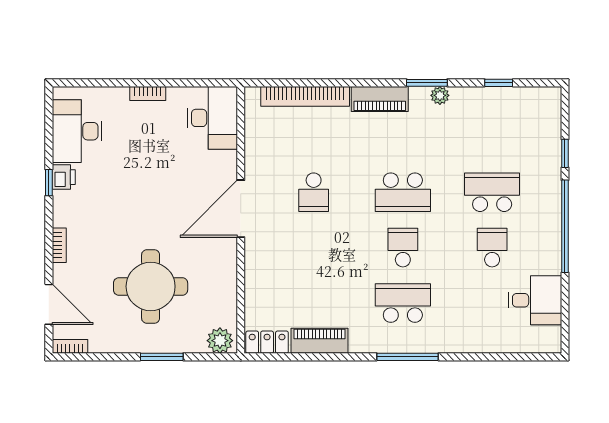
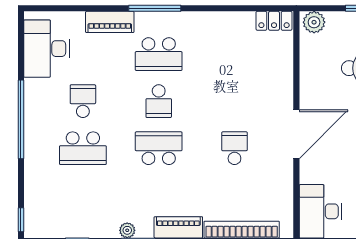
window: (565, 153) -> (21, 220), moved
school desk: (492, 248) -> (83, 101), turned 180
desk: (535, 300) -> (47, 49), width x1.37
piano: (319, 341) -> (110, 22), moved

